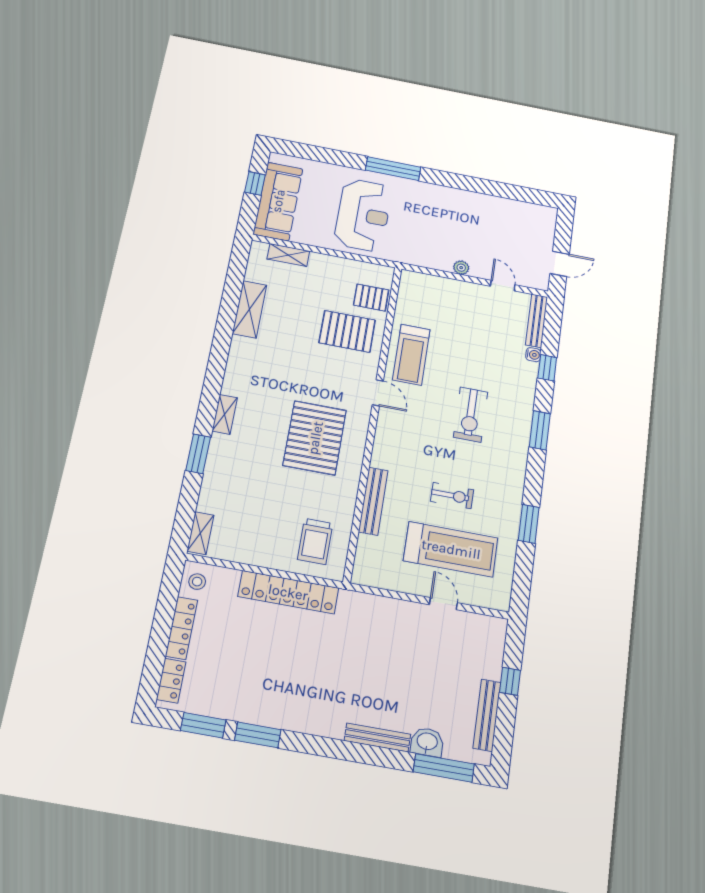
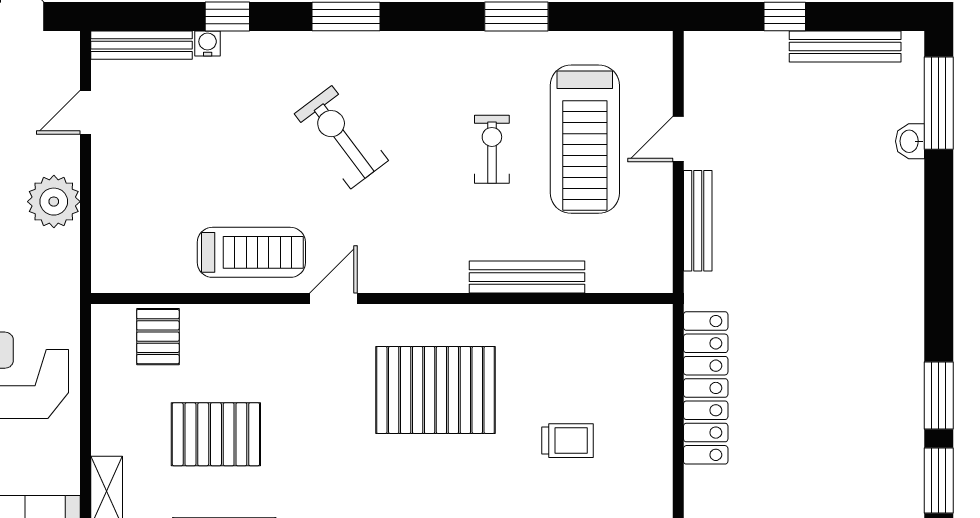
plant: (461, 268) -> (54, 202), width x1.87, depth x1.87
pallet: (347, 331) -> (216, 434), moved, turned 90
exercise bike: (471, 415) -> (341, 137), turned -127
trolley: (315, 541) -> (568, 441), moved, width x0.73, depth x0.72
treadmill: (451, 549) -> (585, 139), turned 180
bench: (377, 738) -> (698, 221), moved
washbasin: (427, 742) -> (910, 141), width x0.72, depth x0.69

